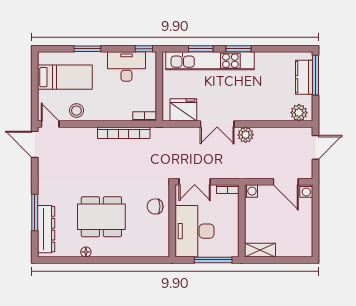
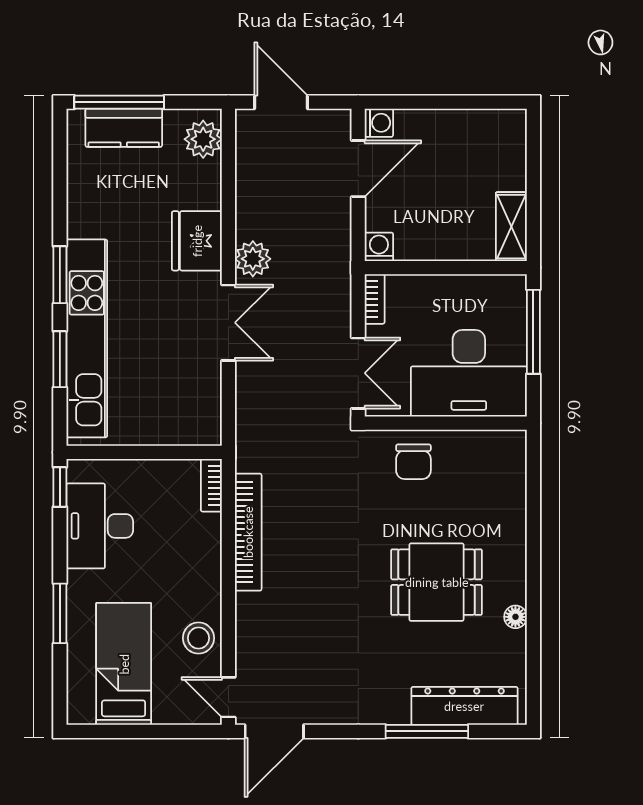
fridge: (183, 110) -> (197, 241), moved
door: (50, 124) -> (228, 697), hinge flipped
dining table: (101, 217) -> (437, 582), width x0.73

